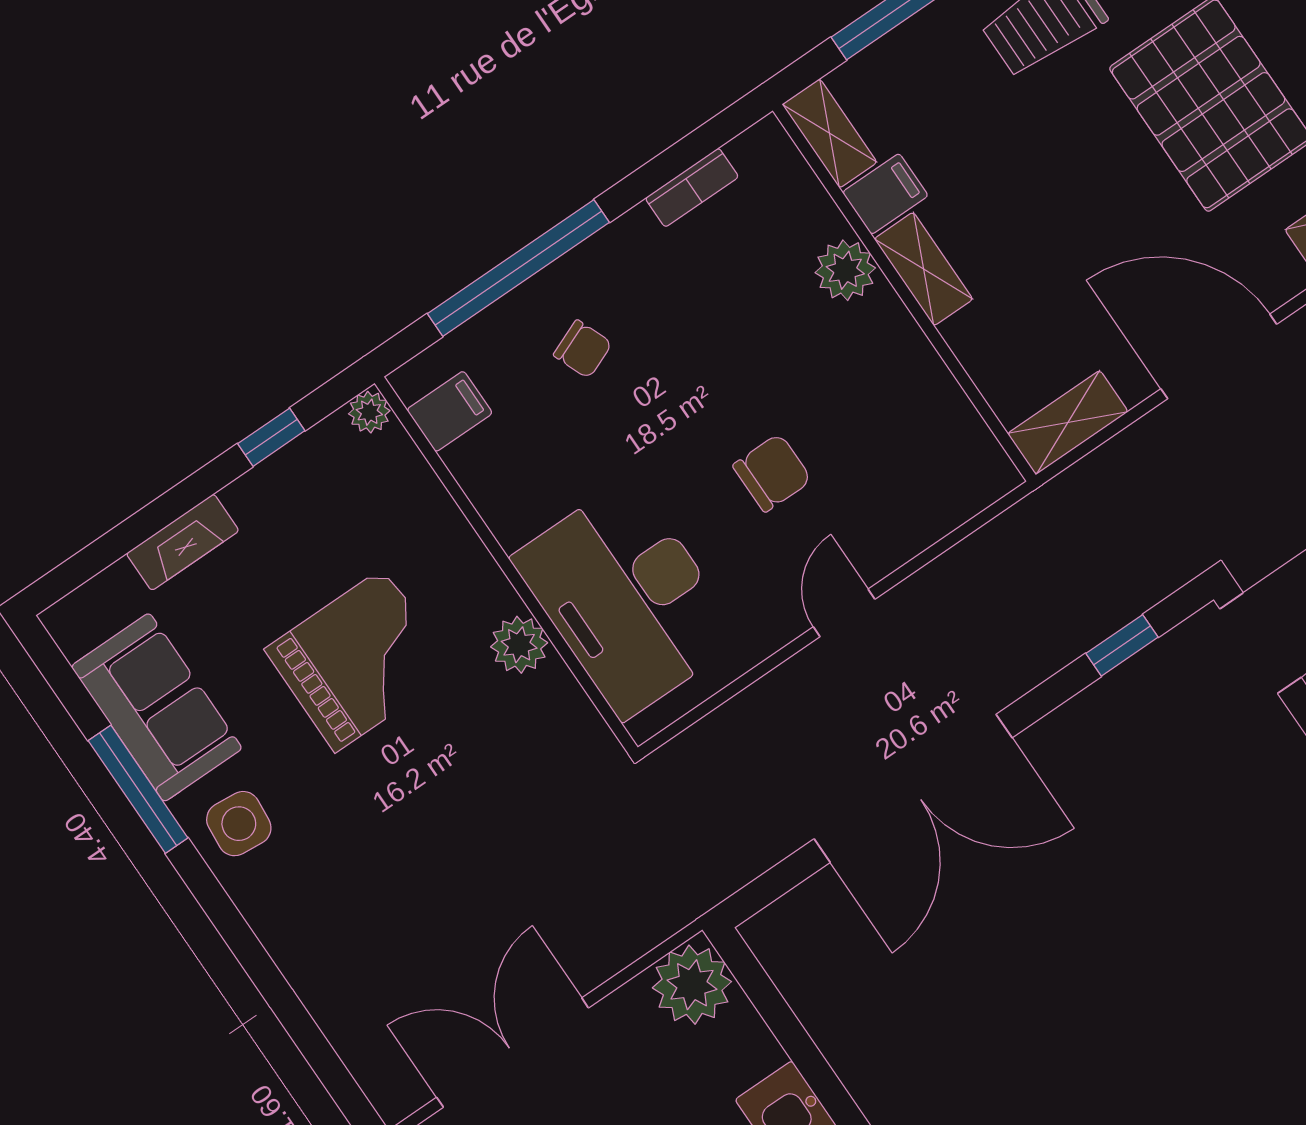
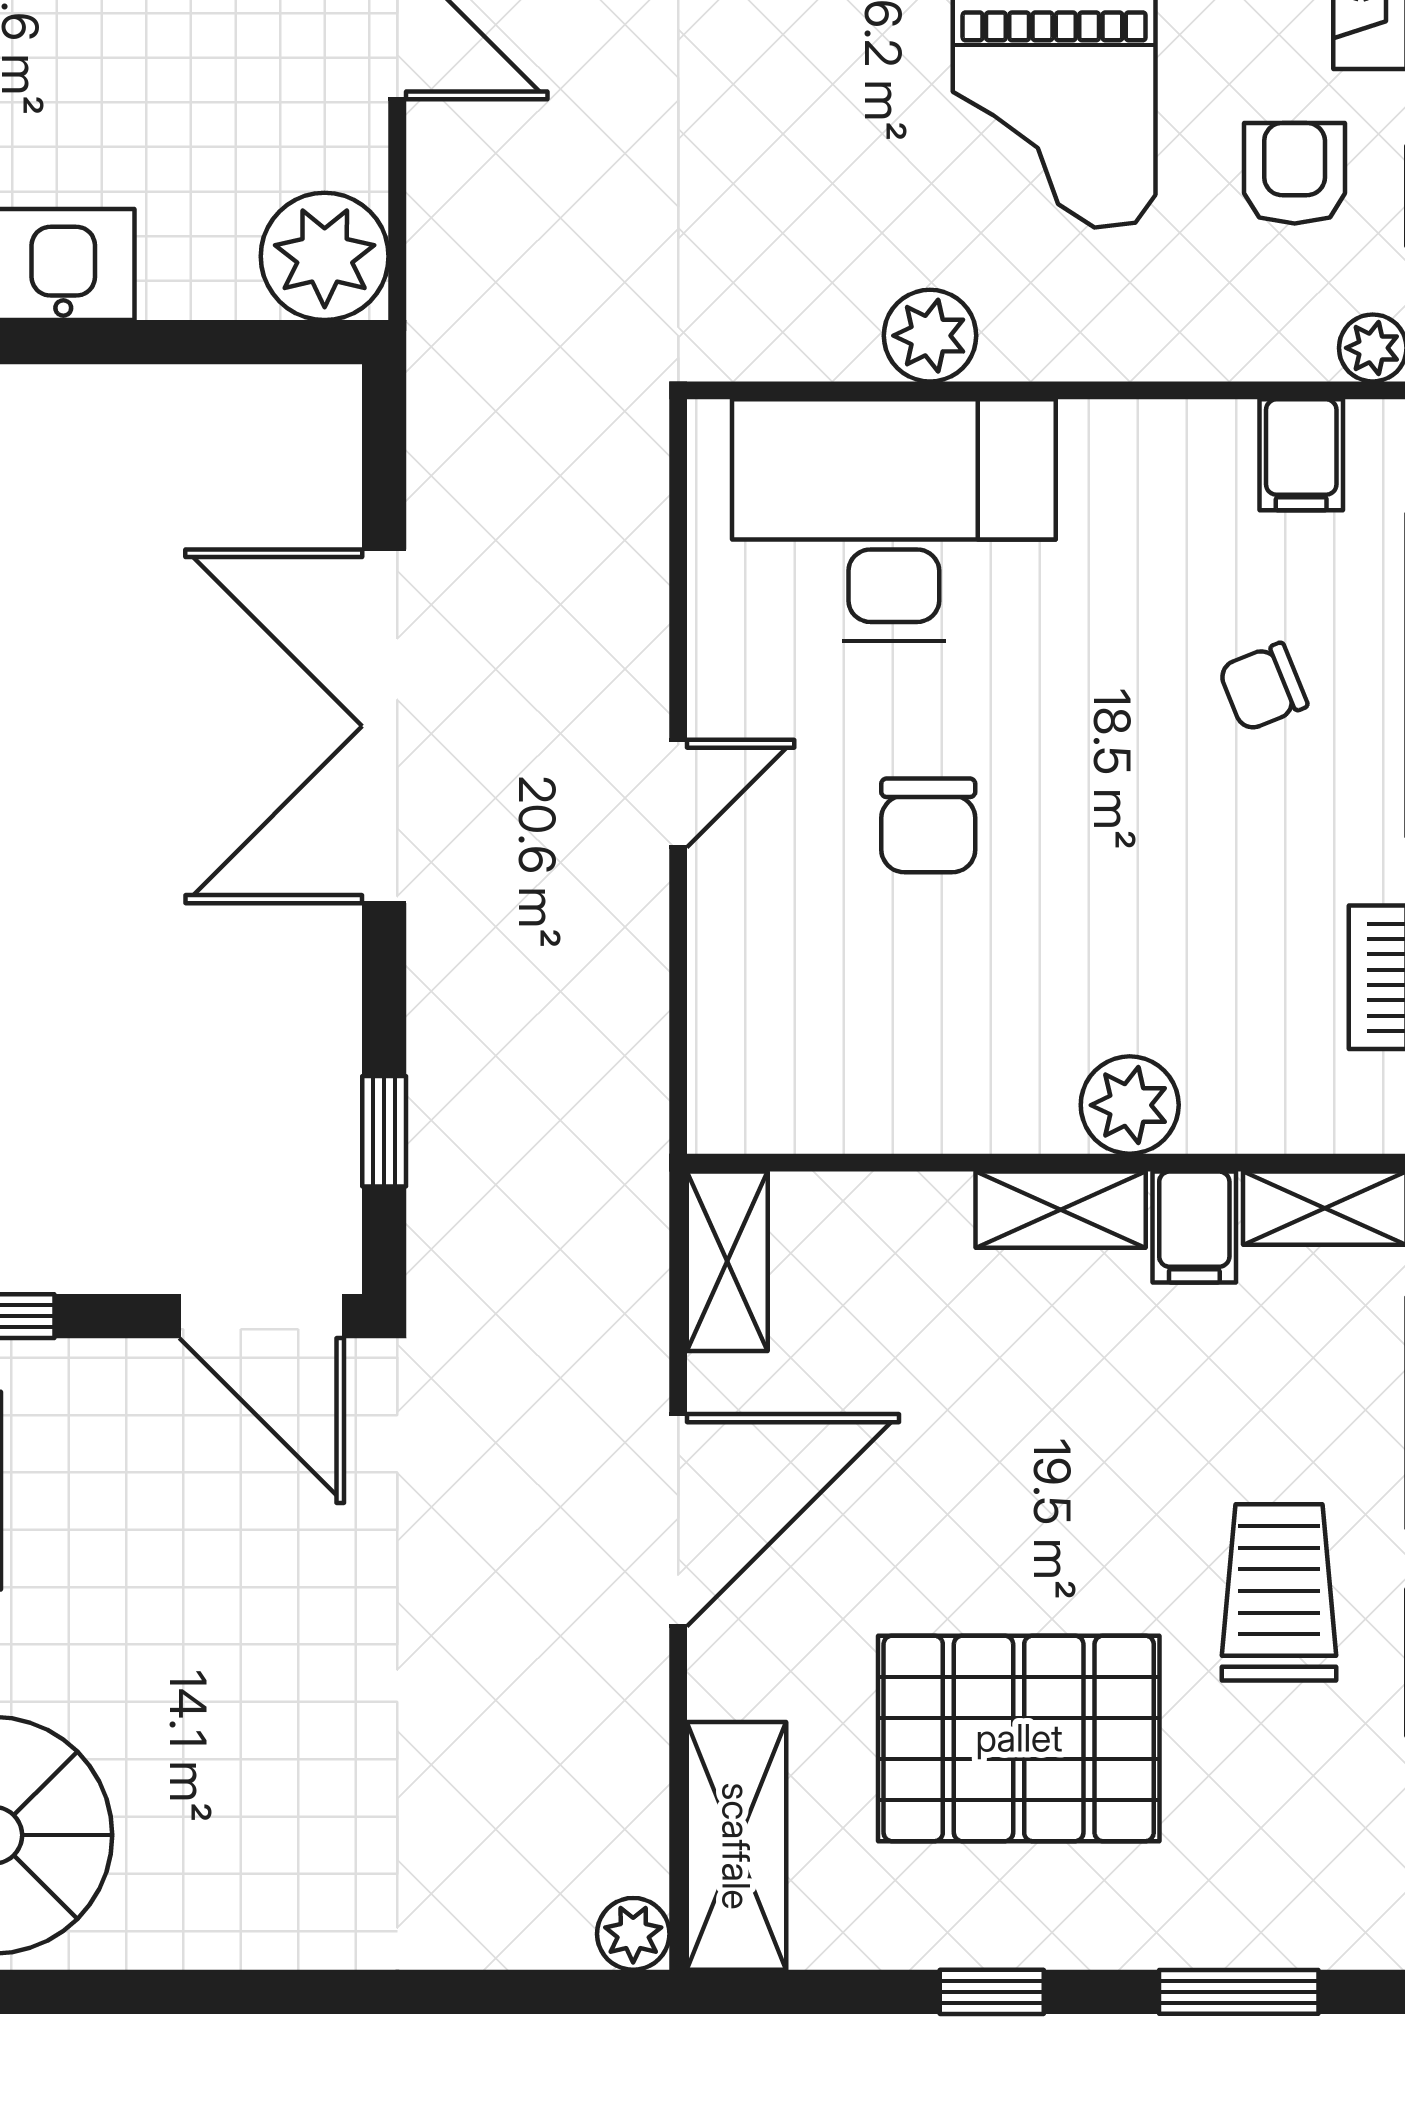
armchair: (307, 514) -> (1295, 173), added
door: (844, 613) -> (678, 794), hinge flipped

